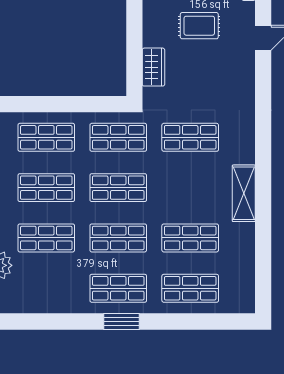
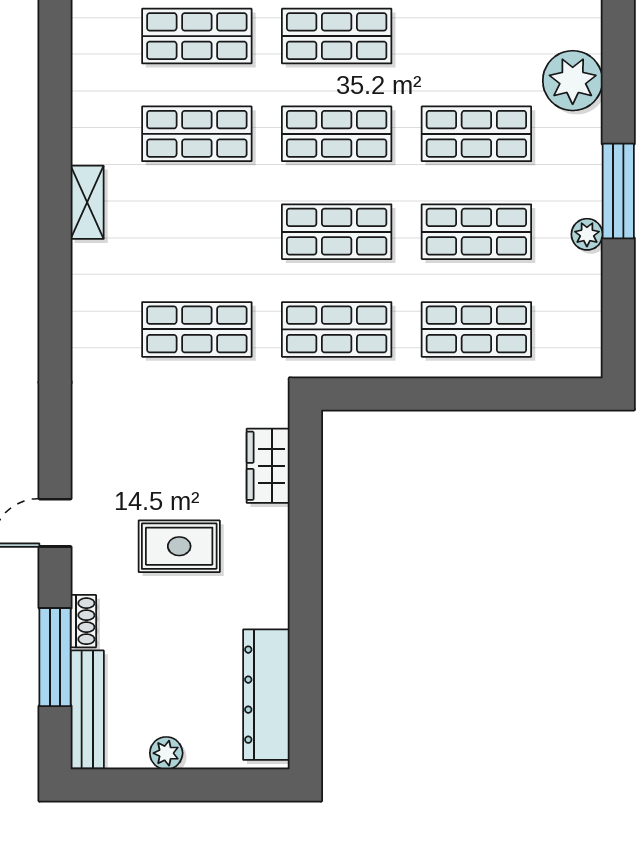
shelving: (244, 193) -> (87, 202), width x0.67, depth x0.75

